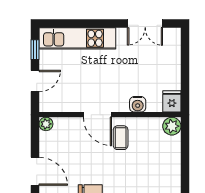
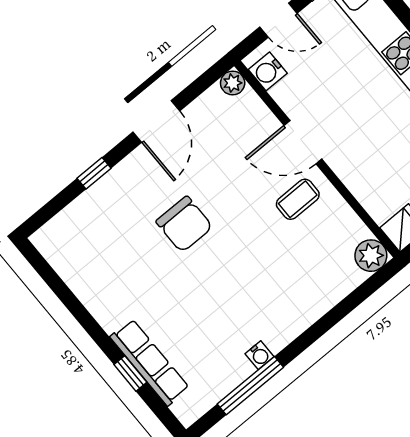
water cooler: (138, 104) -> (268, 71), moved
door: (97, 115) -> (303, 142), hinge flipped

